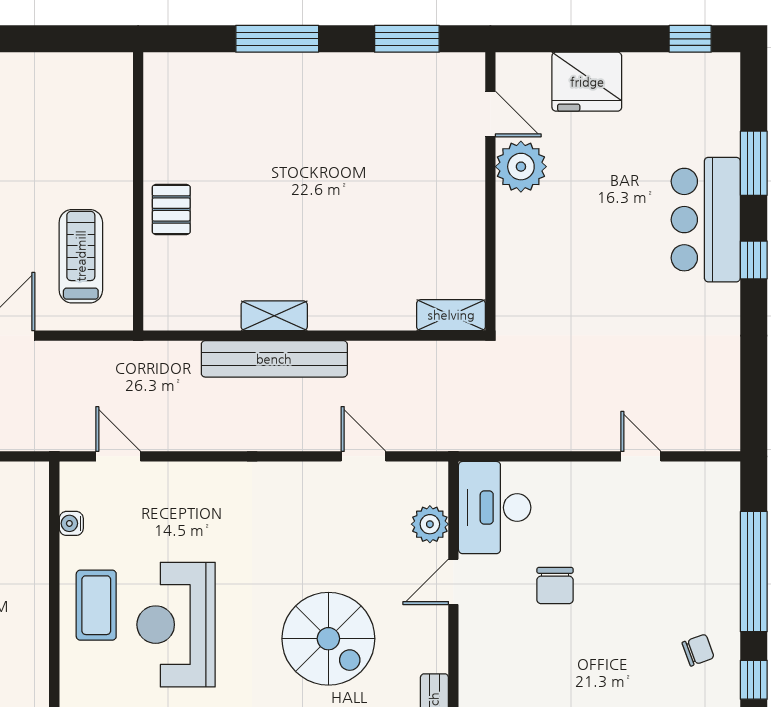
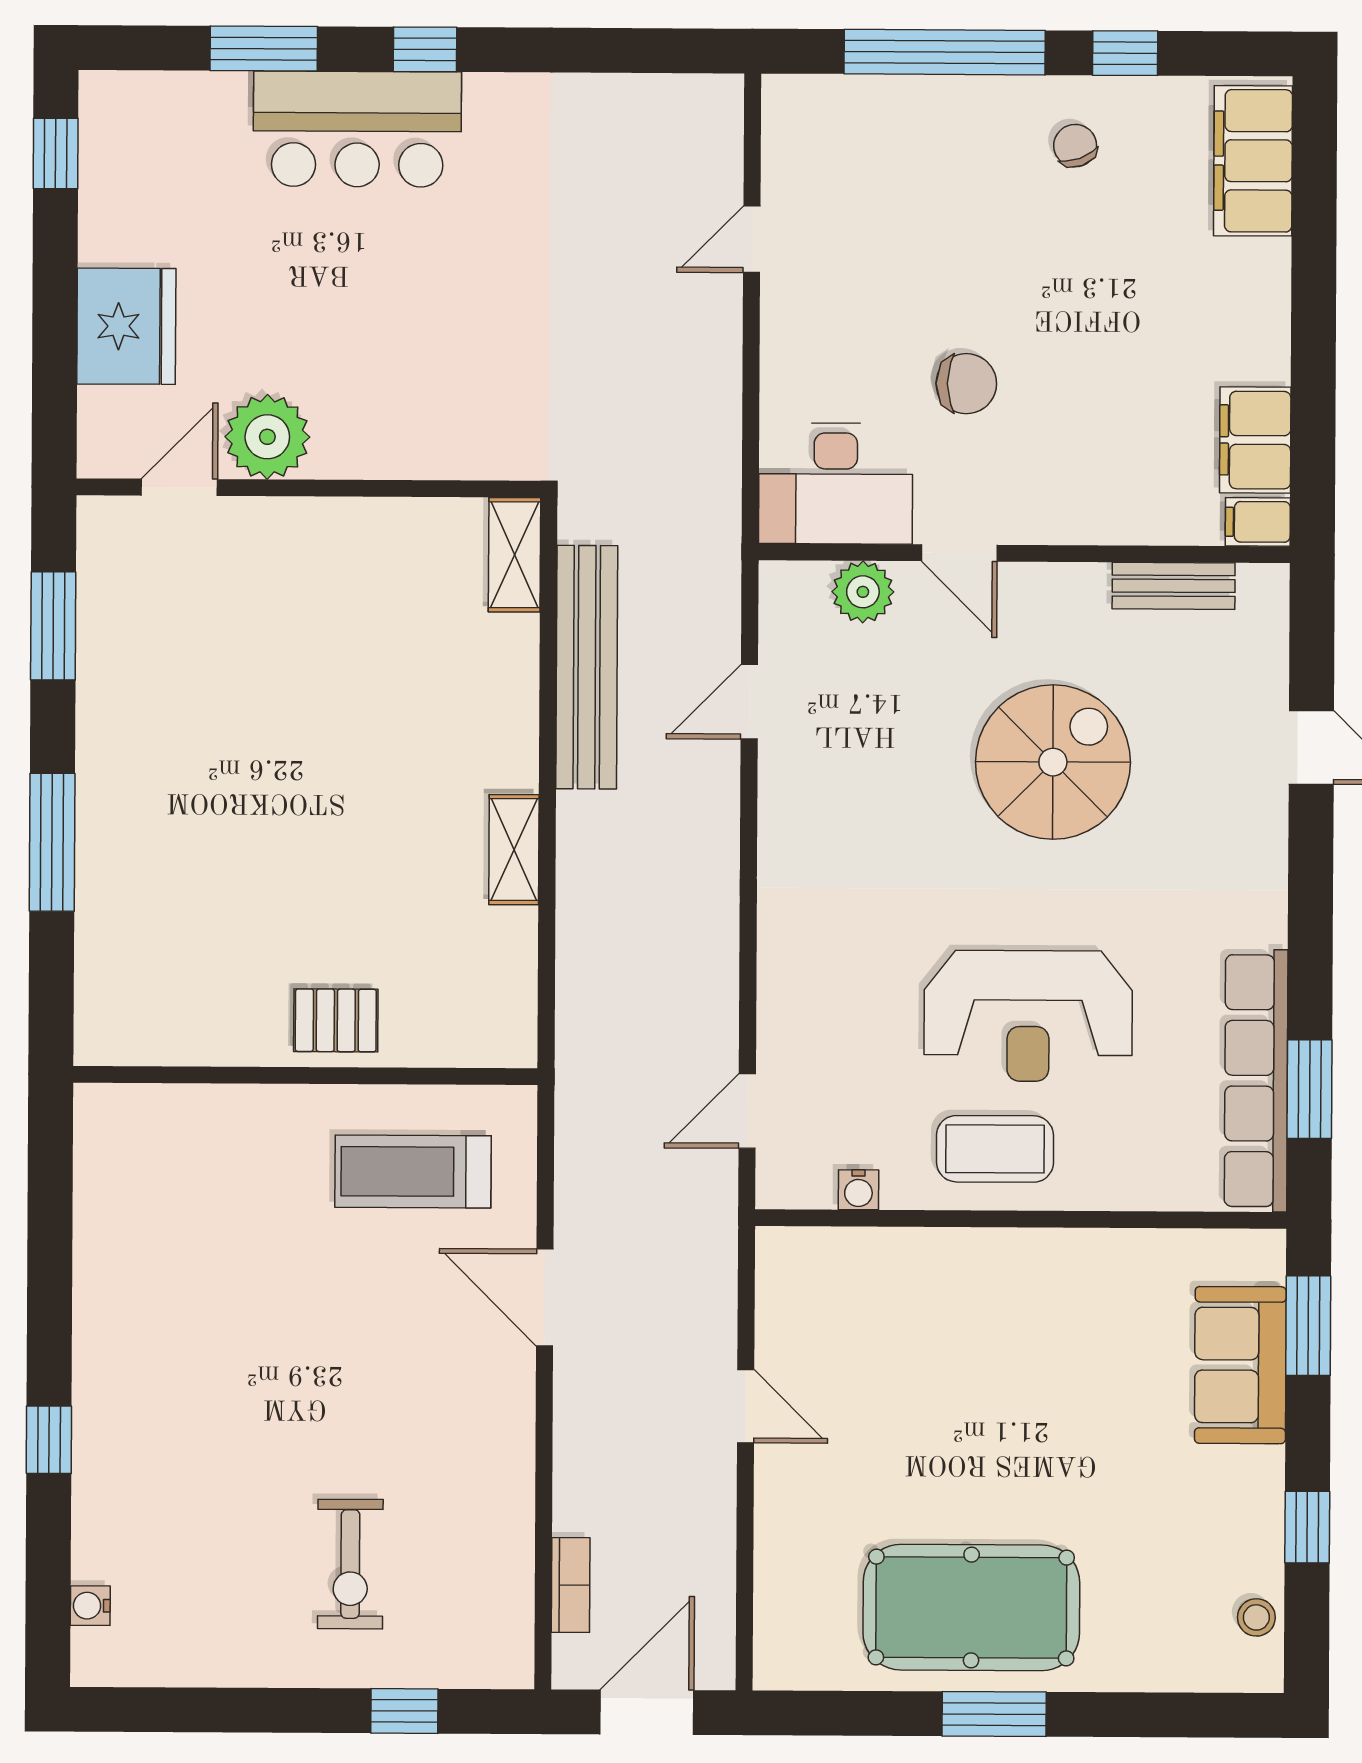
bench: (274, 359) -> (587, 667), moved

